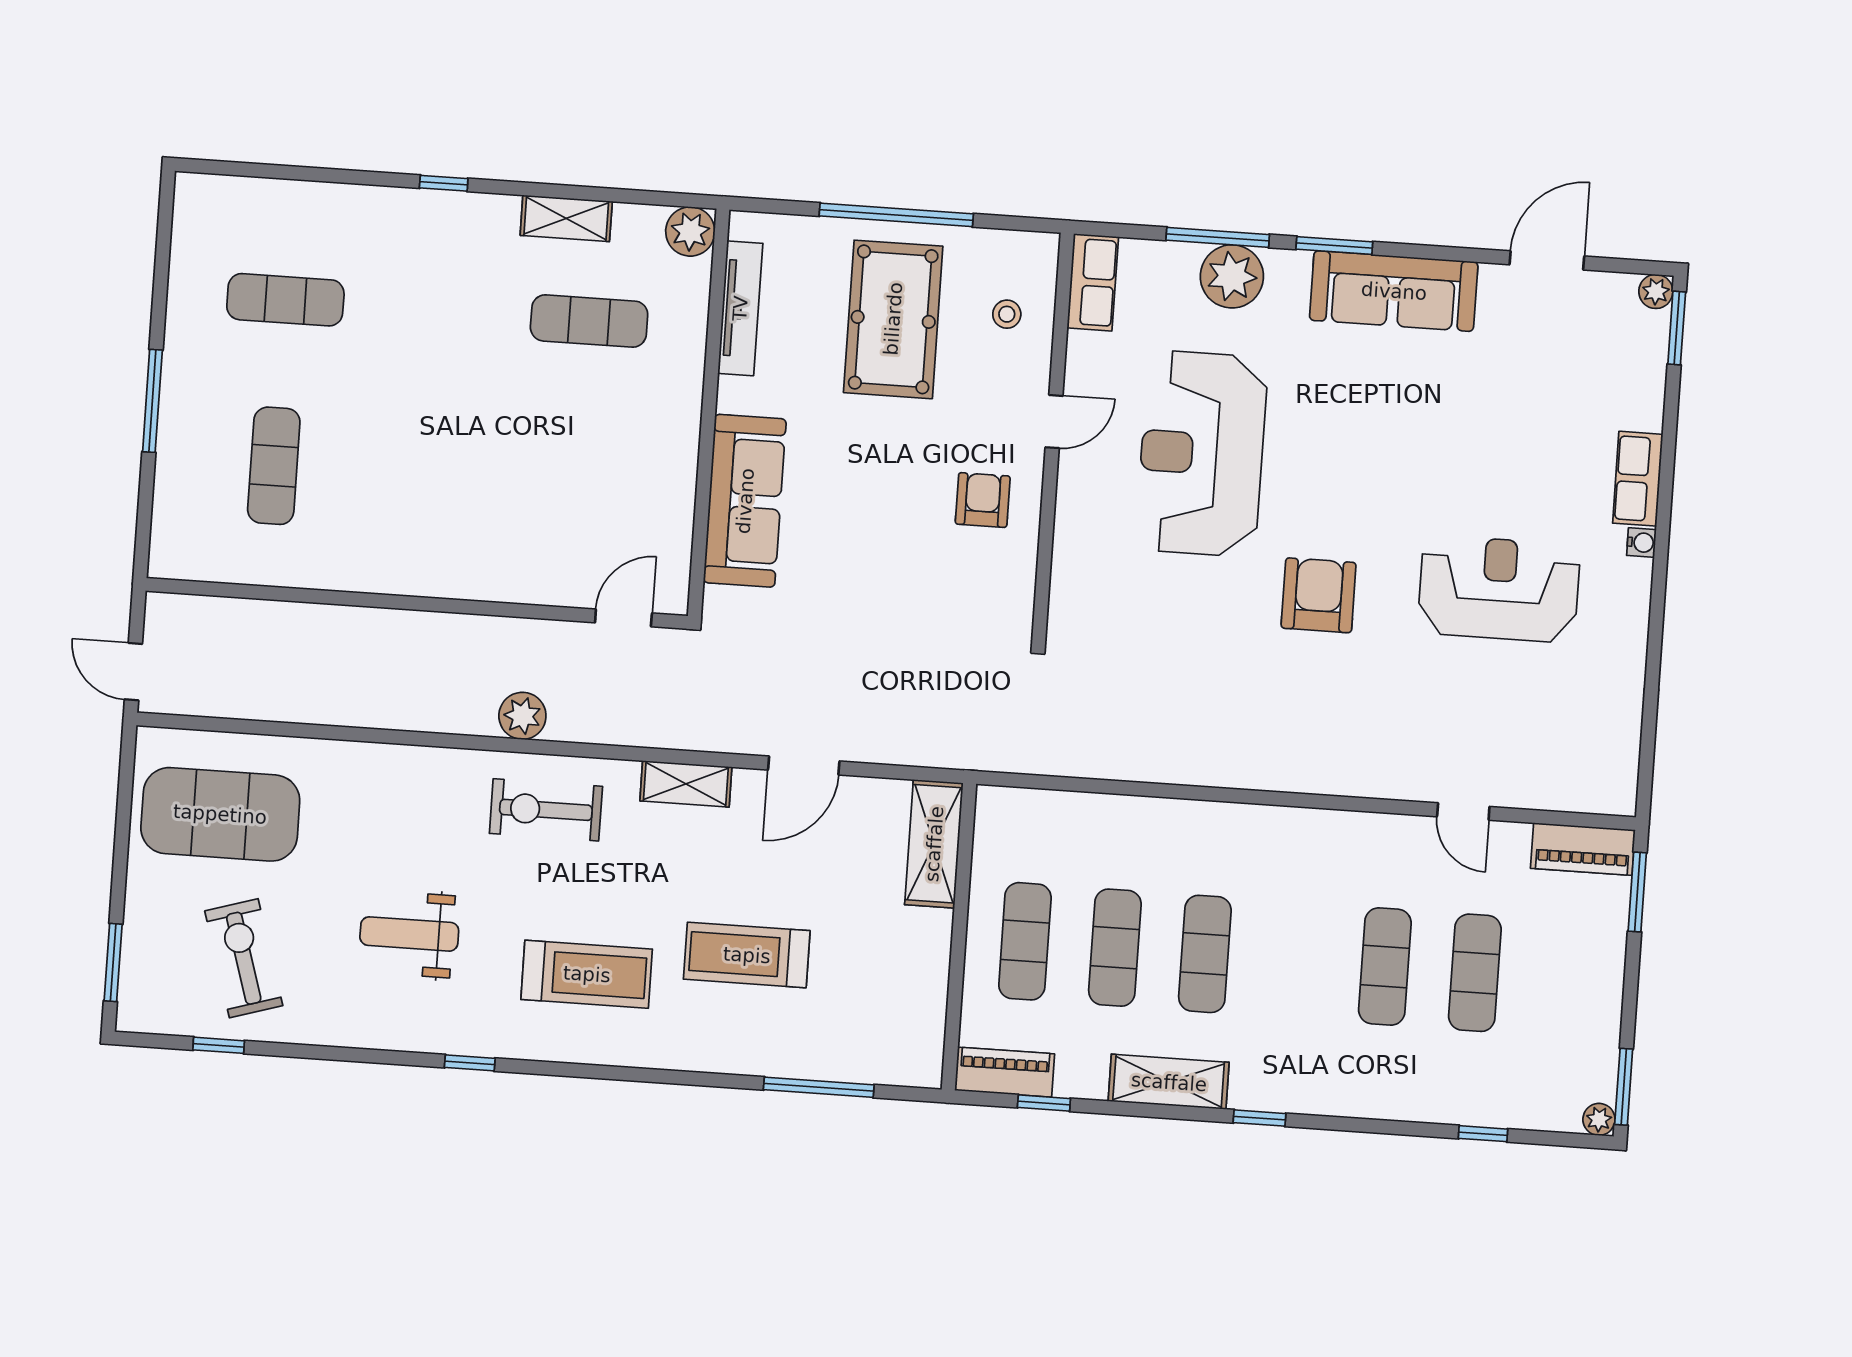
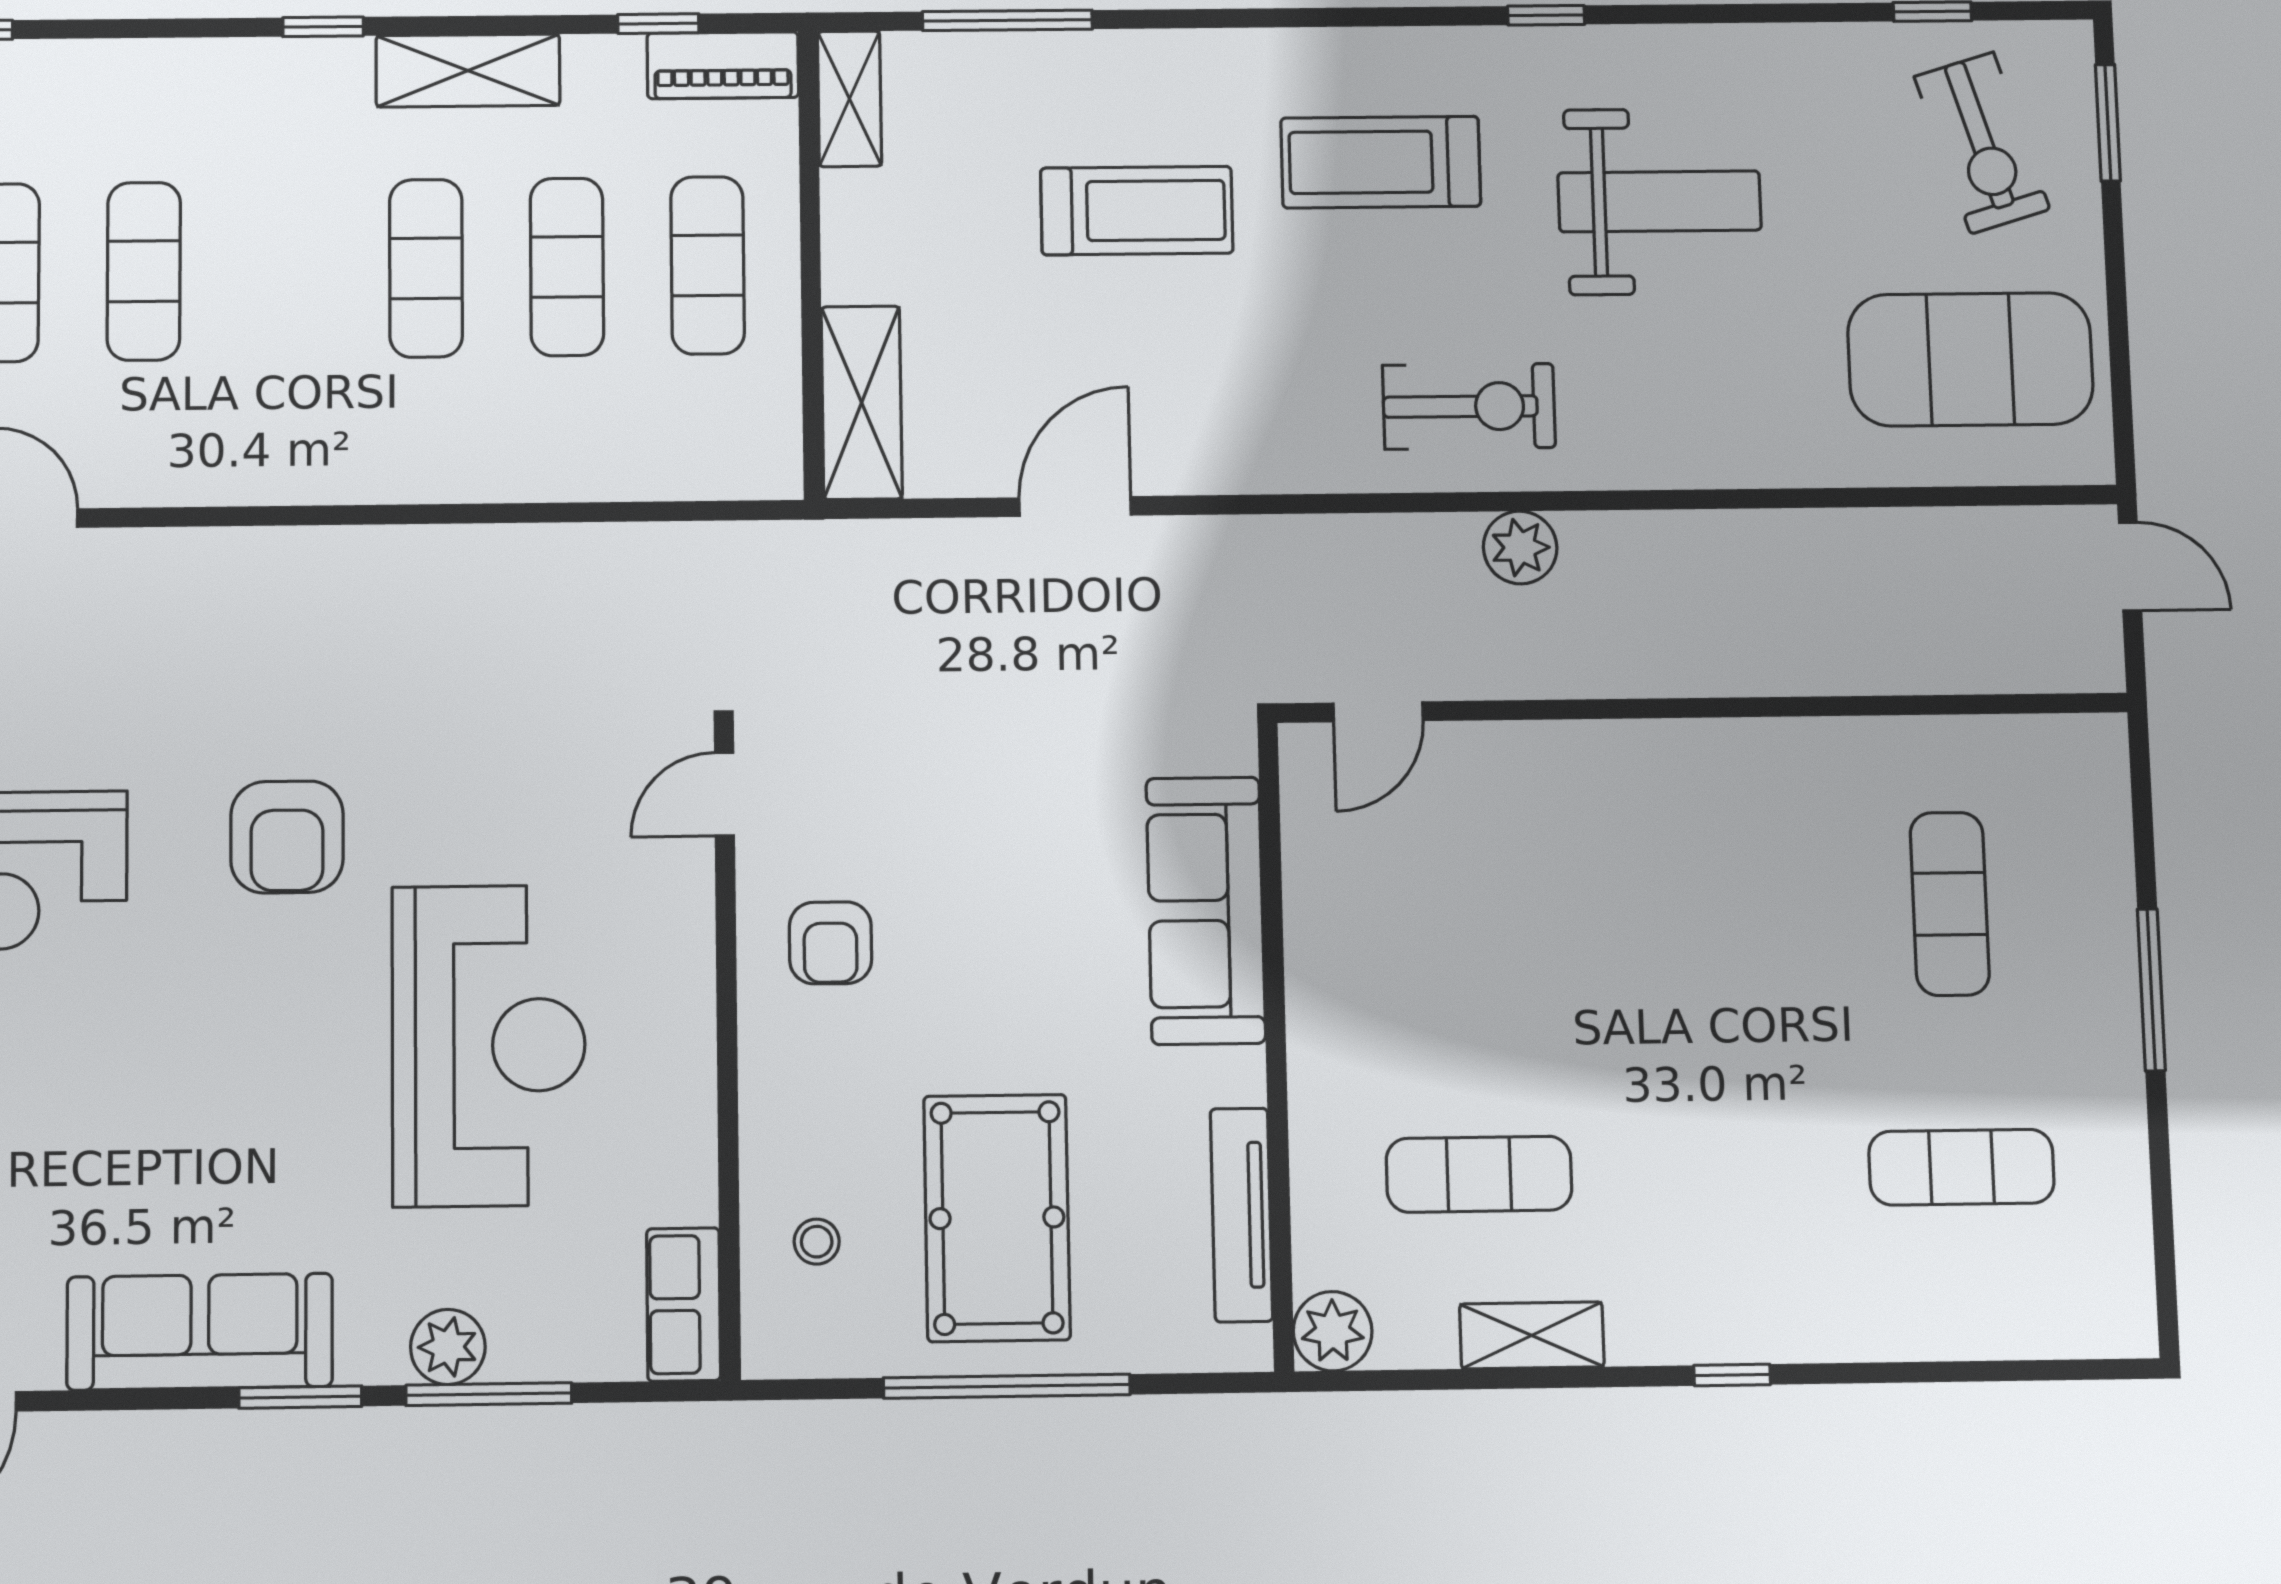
plant: (1232, 276) -> (448, 1347), width x0.73, depth x0.73
door: (1054, 422) -> (724, 794), moved
shelving: (686, 784) -> (849, 99), moved, turned 90
weight bench: (409, 934) -> (1659, 201), width x1.36, depth x1.33
exercise bike: (244, 958) -> (1982, 143), moved

